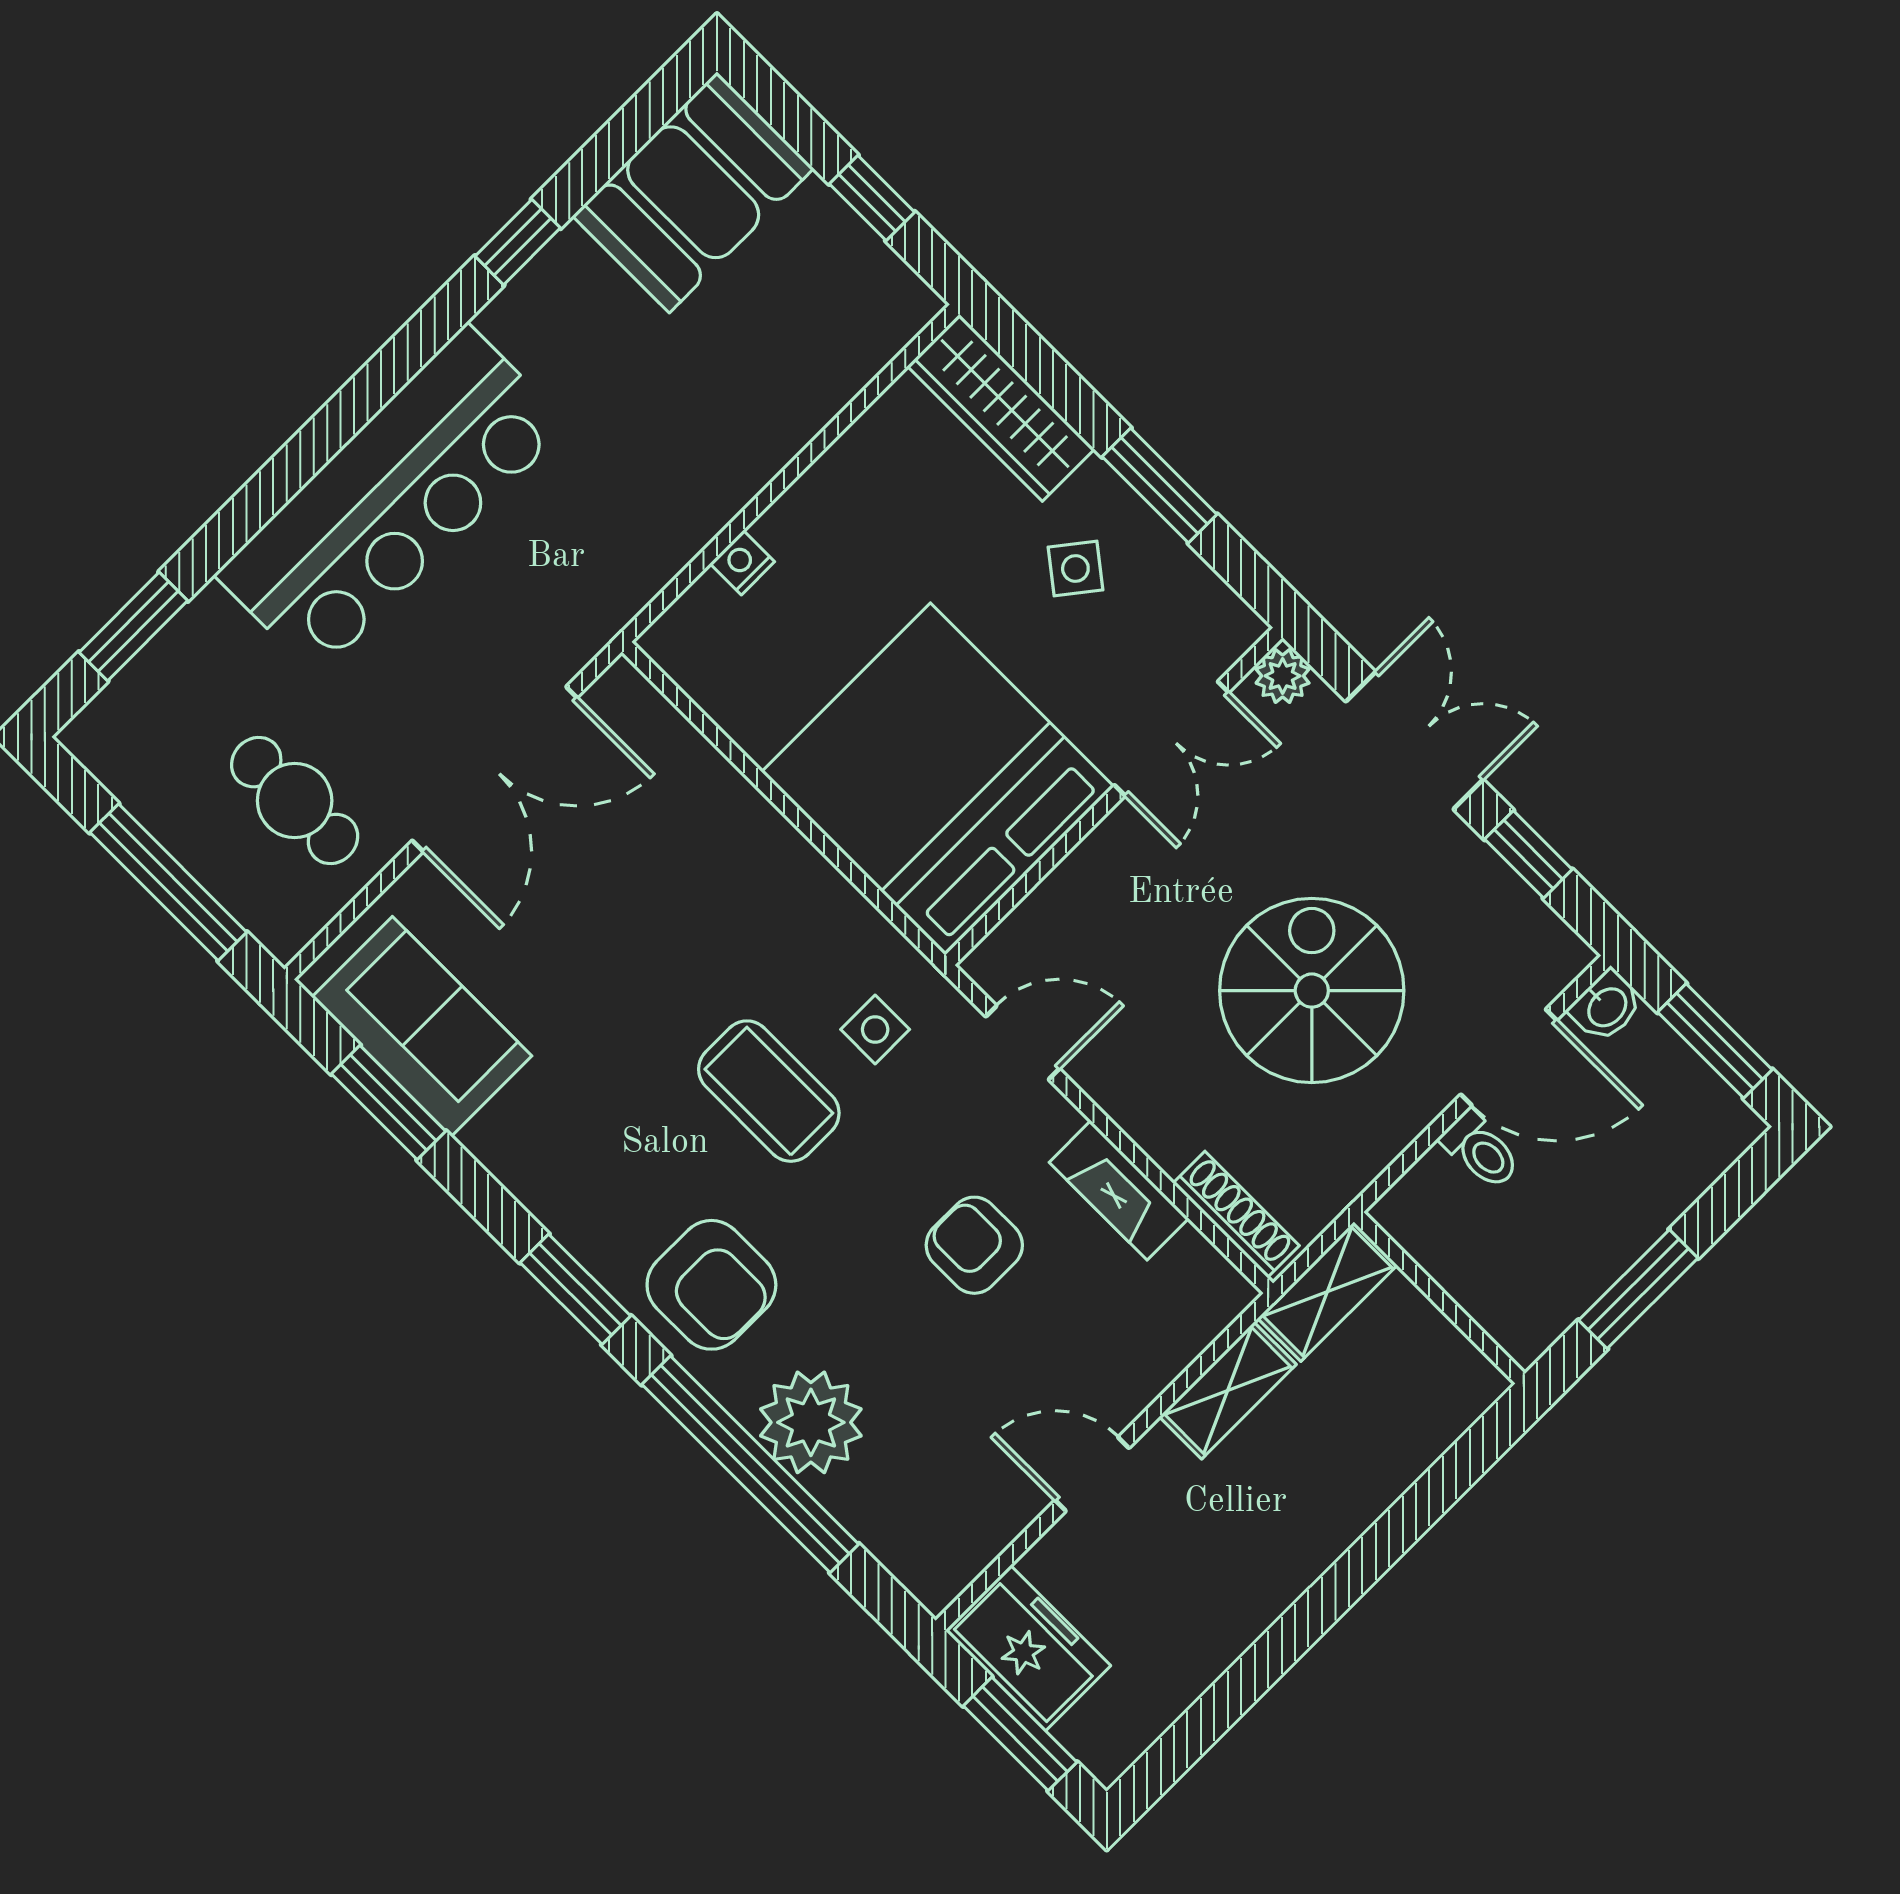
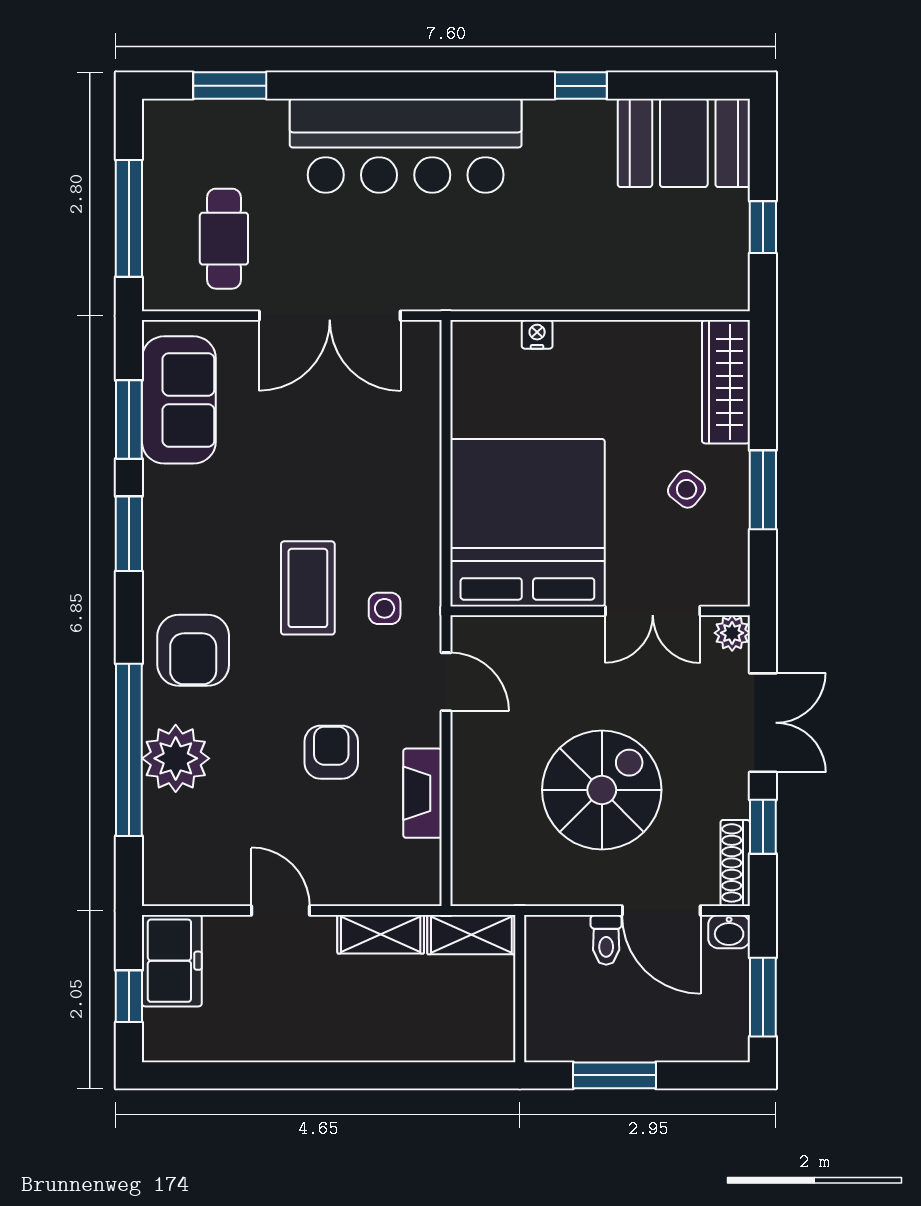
shoe rack: (1236, 1214) -> (735, 863), moved, turned 180
window: (575, 1289) -> (129, 534), moved
window: (1020, 1734) -> (129, 996), width x0.67

